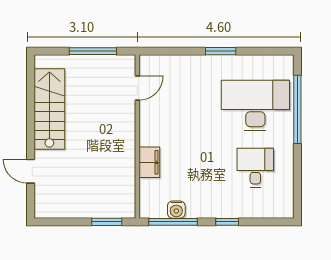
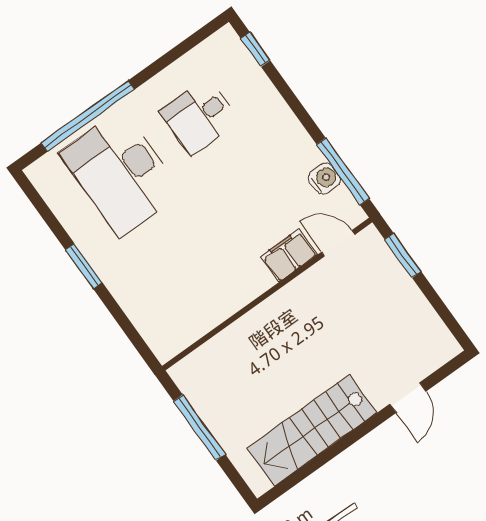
door: (137, 88) -> (338, 243), moved
window: (227, 222) -> (255, 49), moved

